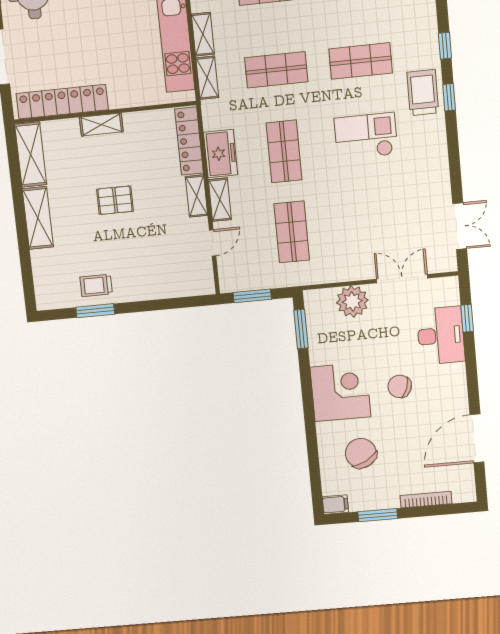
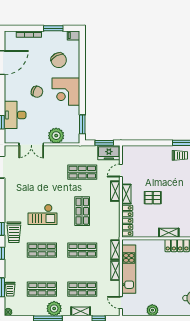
freezer: (221, 154) -> (109, 153), moved, turned -90
pallet: (115, 200) -> (153, 198), moved
shop shelf: (292, 232) -> (82, 172), turned 90

